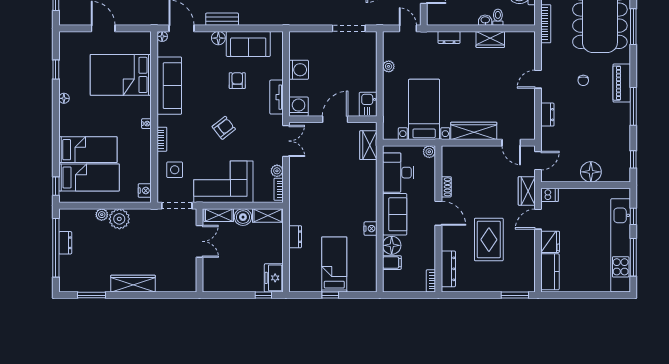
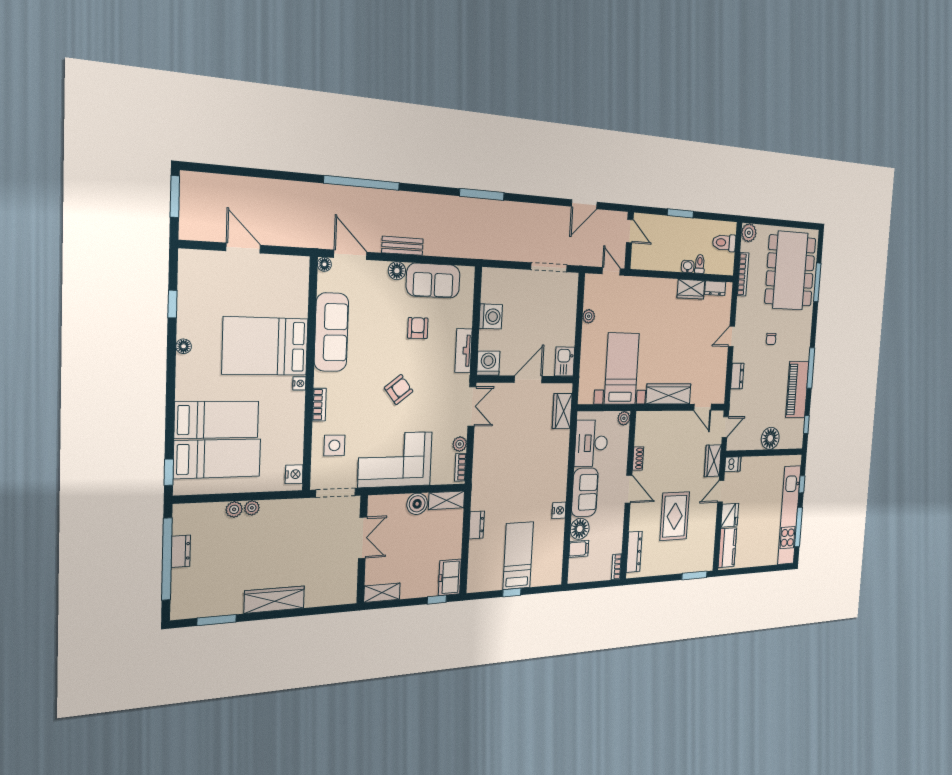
dresser: (449, 37) -> (715, 288), moved
bed: (121, 75) -> (265, 346), moved
piano: (622, 83) -> (797, 389), moved, width x1.37, depth x1.33
shelving: (219, 215) -> (382, 593), moved
plant: (119, 219) -> (252, 508), width x0.53, depth x0.53

